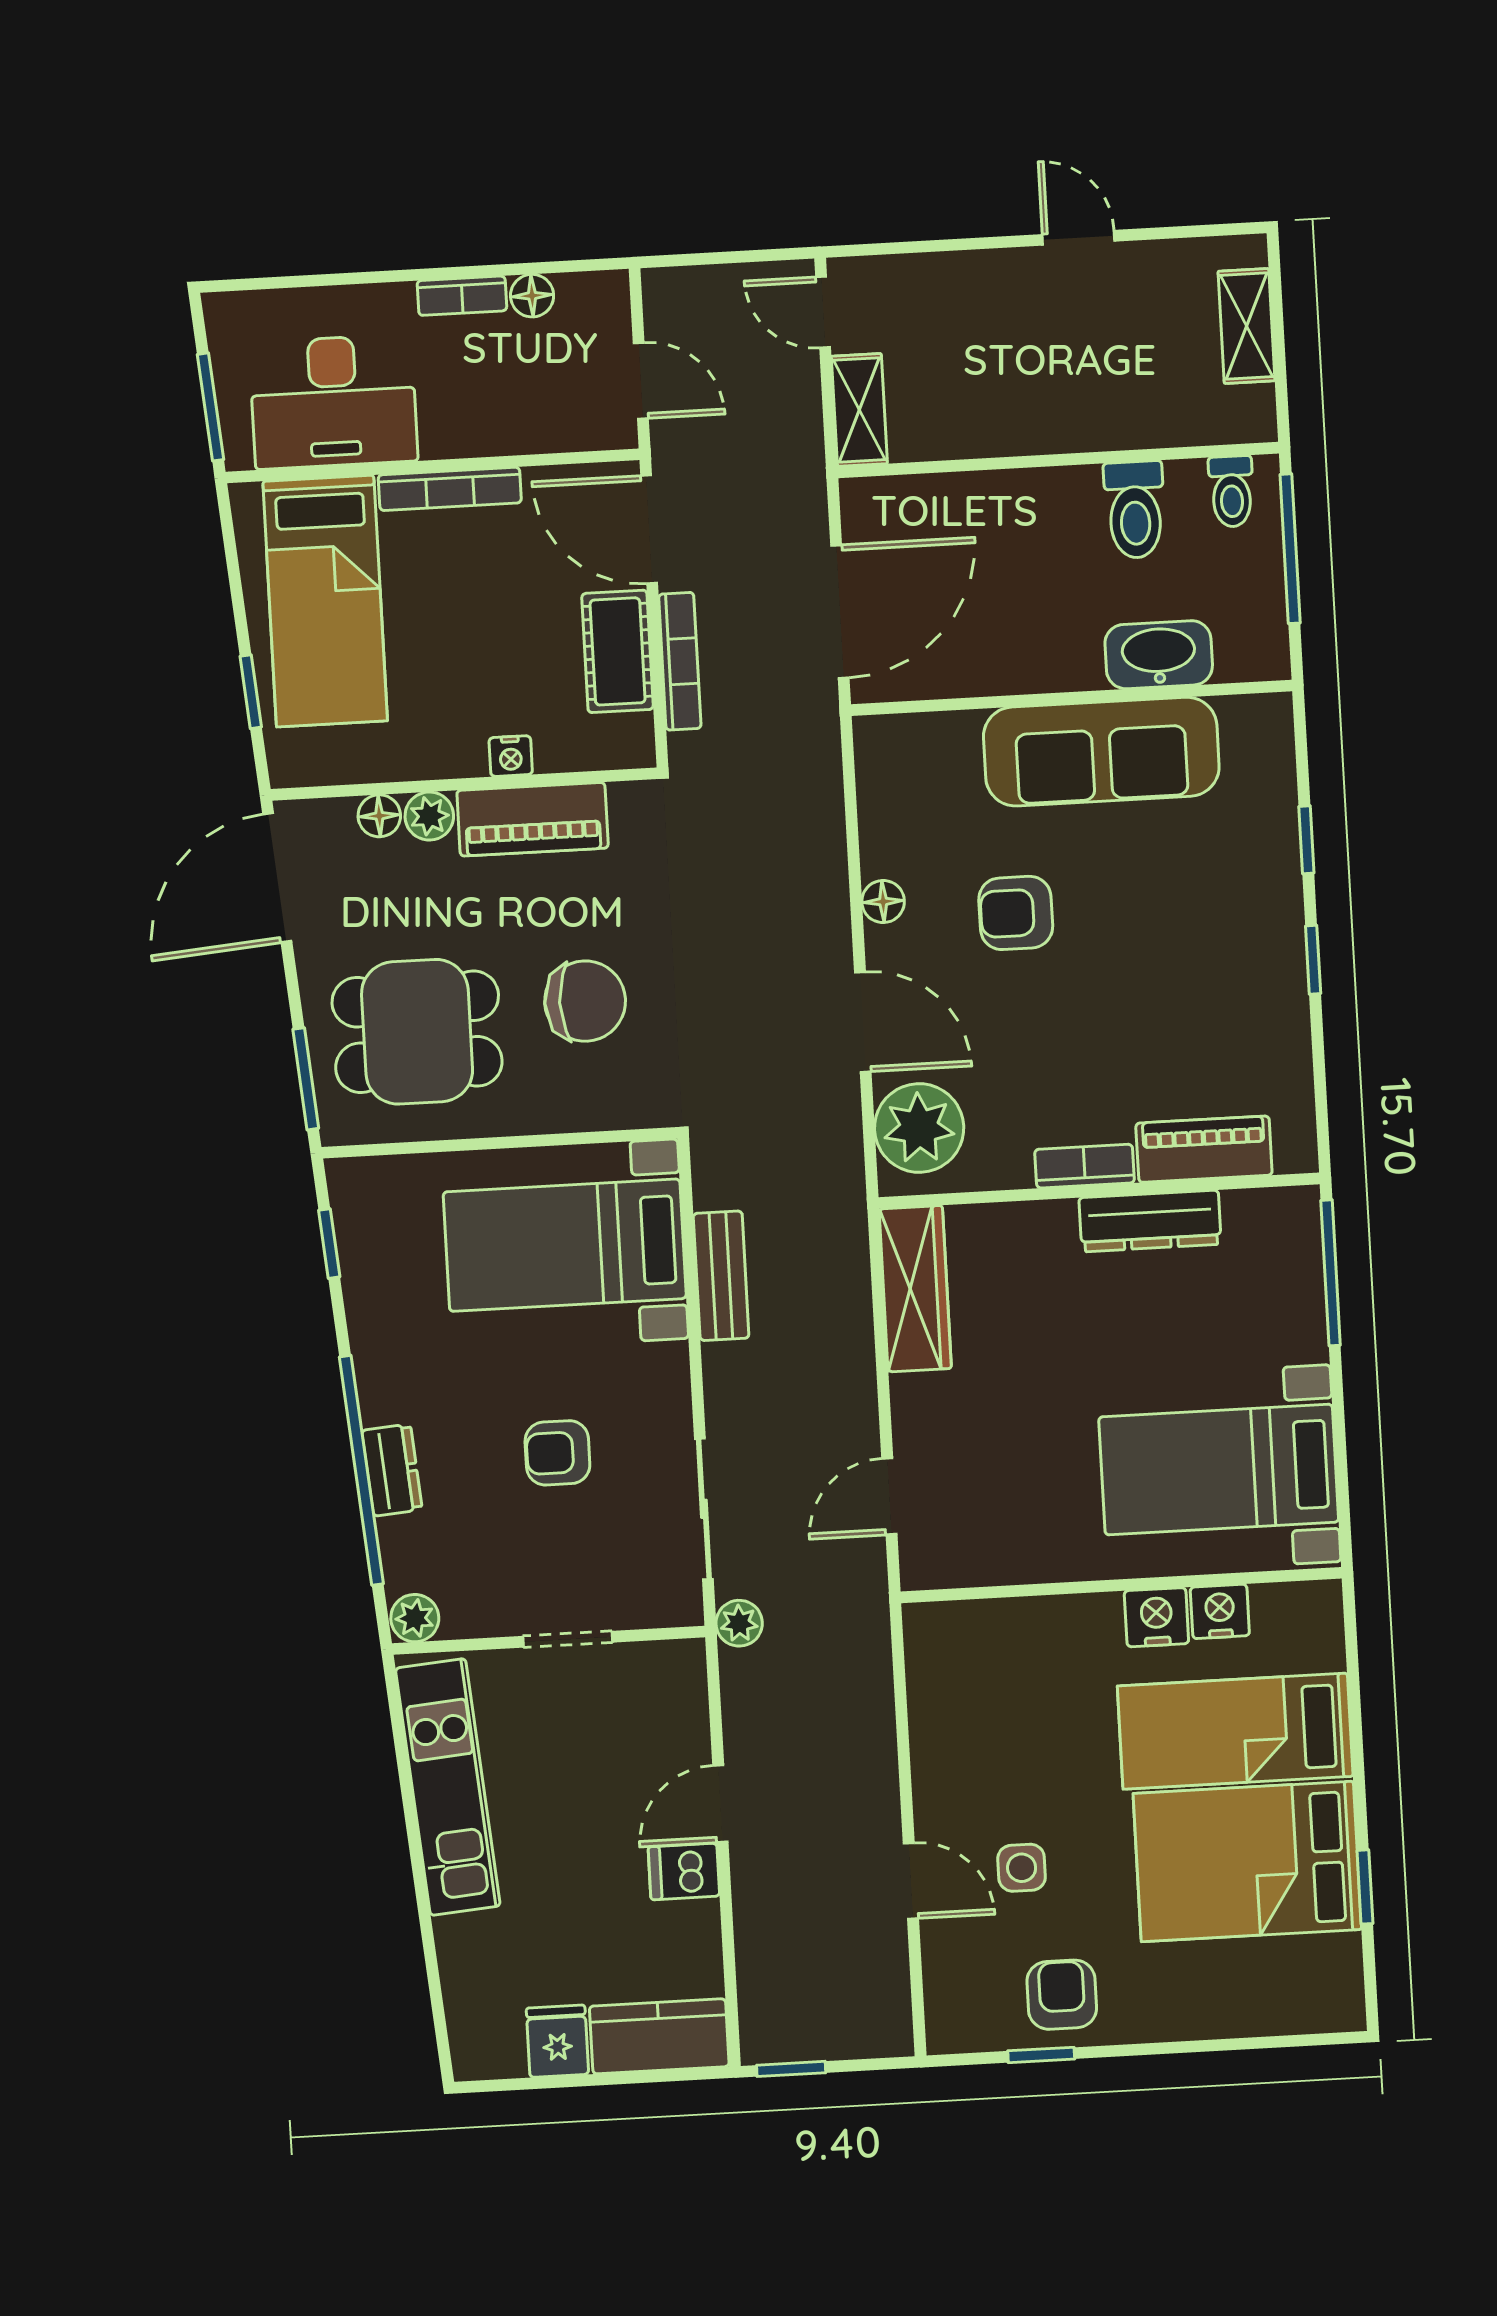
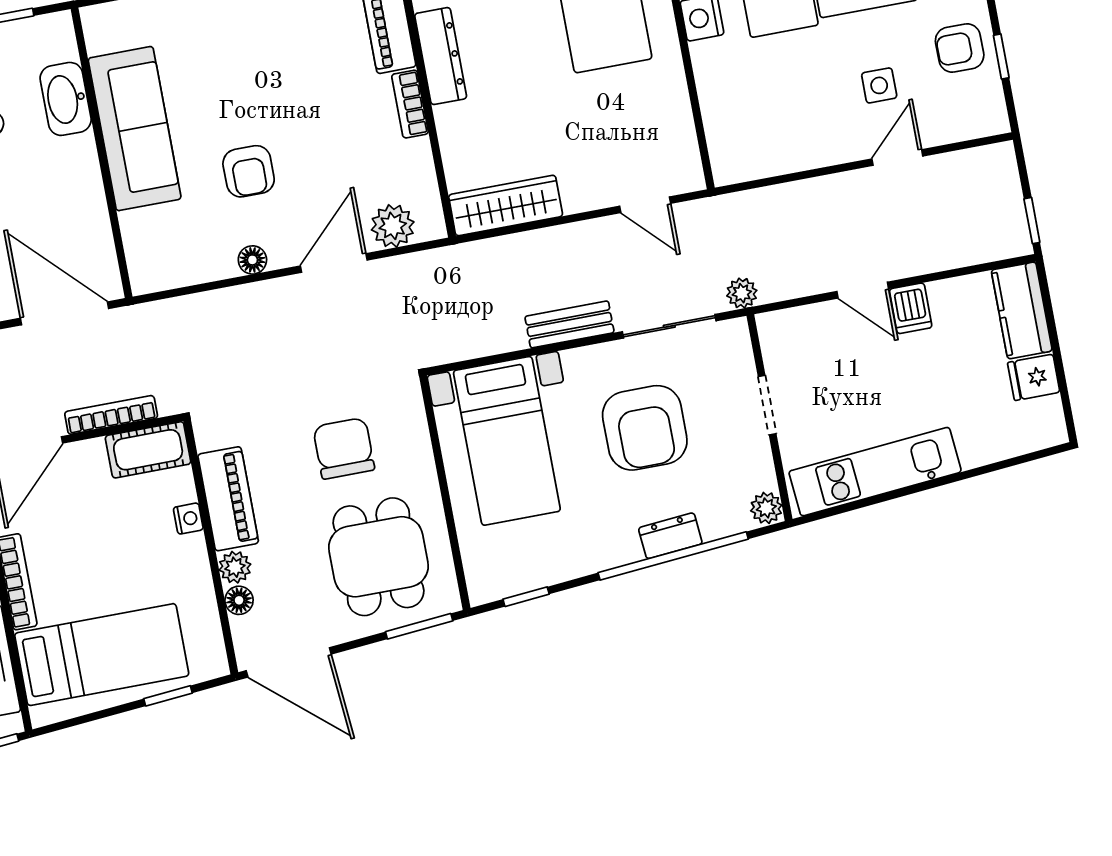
cot: (618, 651) -> (148, 450), moved
plant: (919, 1128) -> (393, 226), width x0.73, depth x0.73
bench: (721, 1276) -> (569, 324), moved
armchair: (557, 1453) -> (645, 428), width x1.88, depth x1.88

